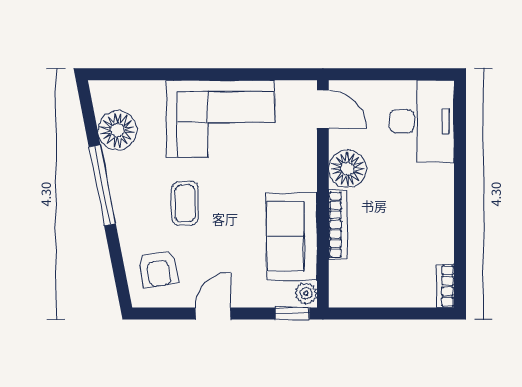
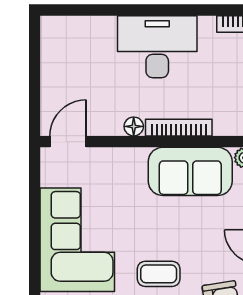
desk: (422, 121) -> (157, 47), moved
floor lamp: (347, 169) -> (134, 126), width x0.53, depth x0.53

